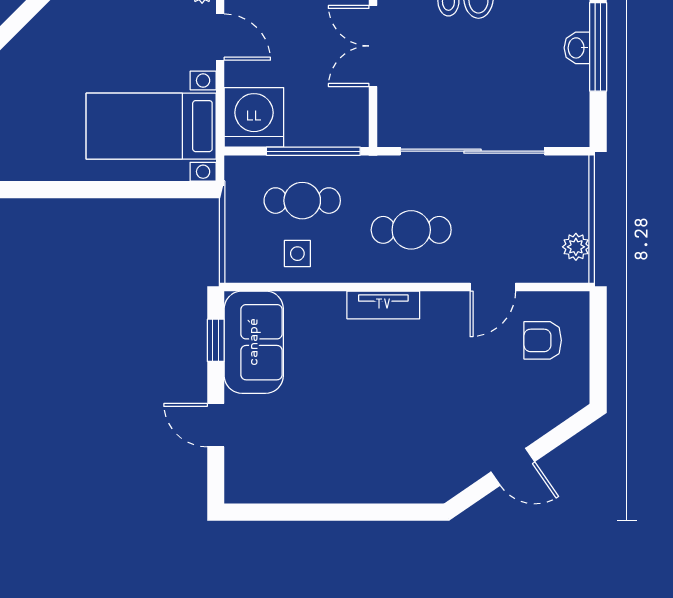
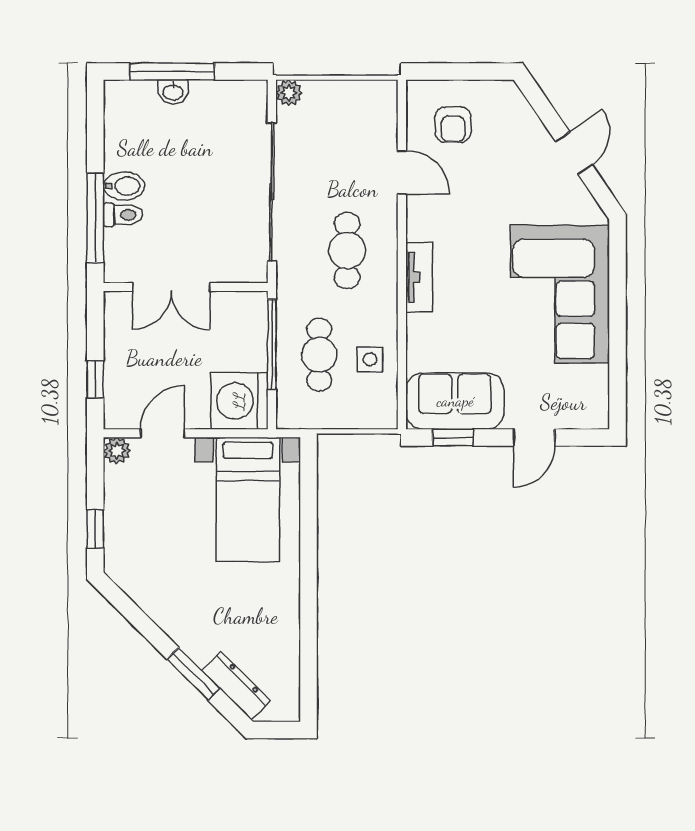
plant: (576, 247) -> (289, 93), moved
corner sofa: (365, 452) -> (560, 294), added

